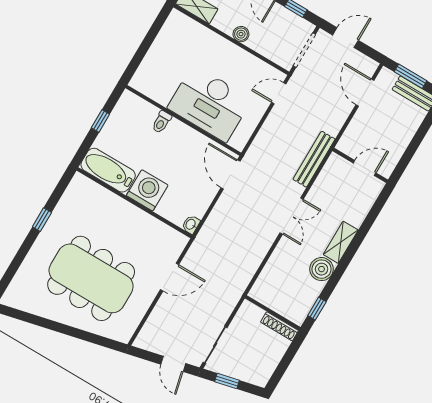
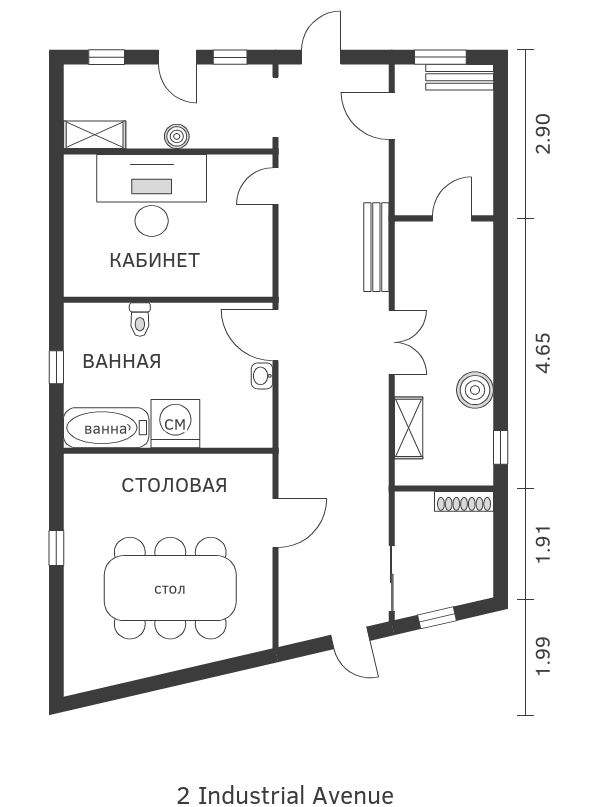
desk: (210, 104) -> (152, 195), moved, turned 180
washbasin: (191, 224) -> (262, 376), moved
shelving: (341, 242) -> (409, 428), moved

